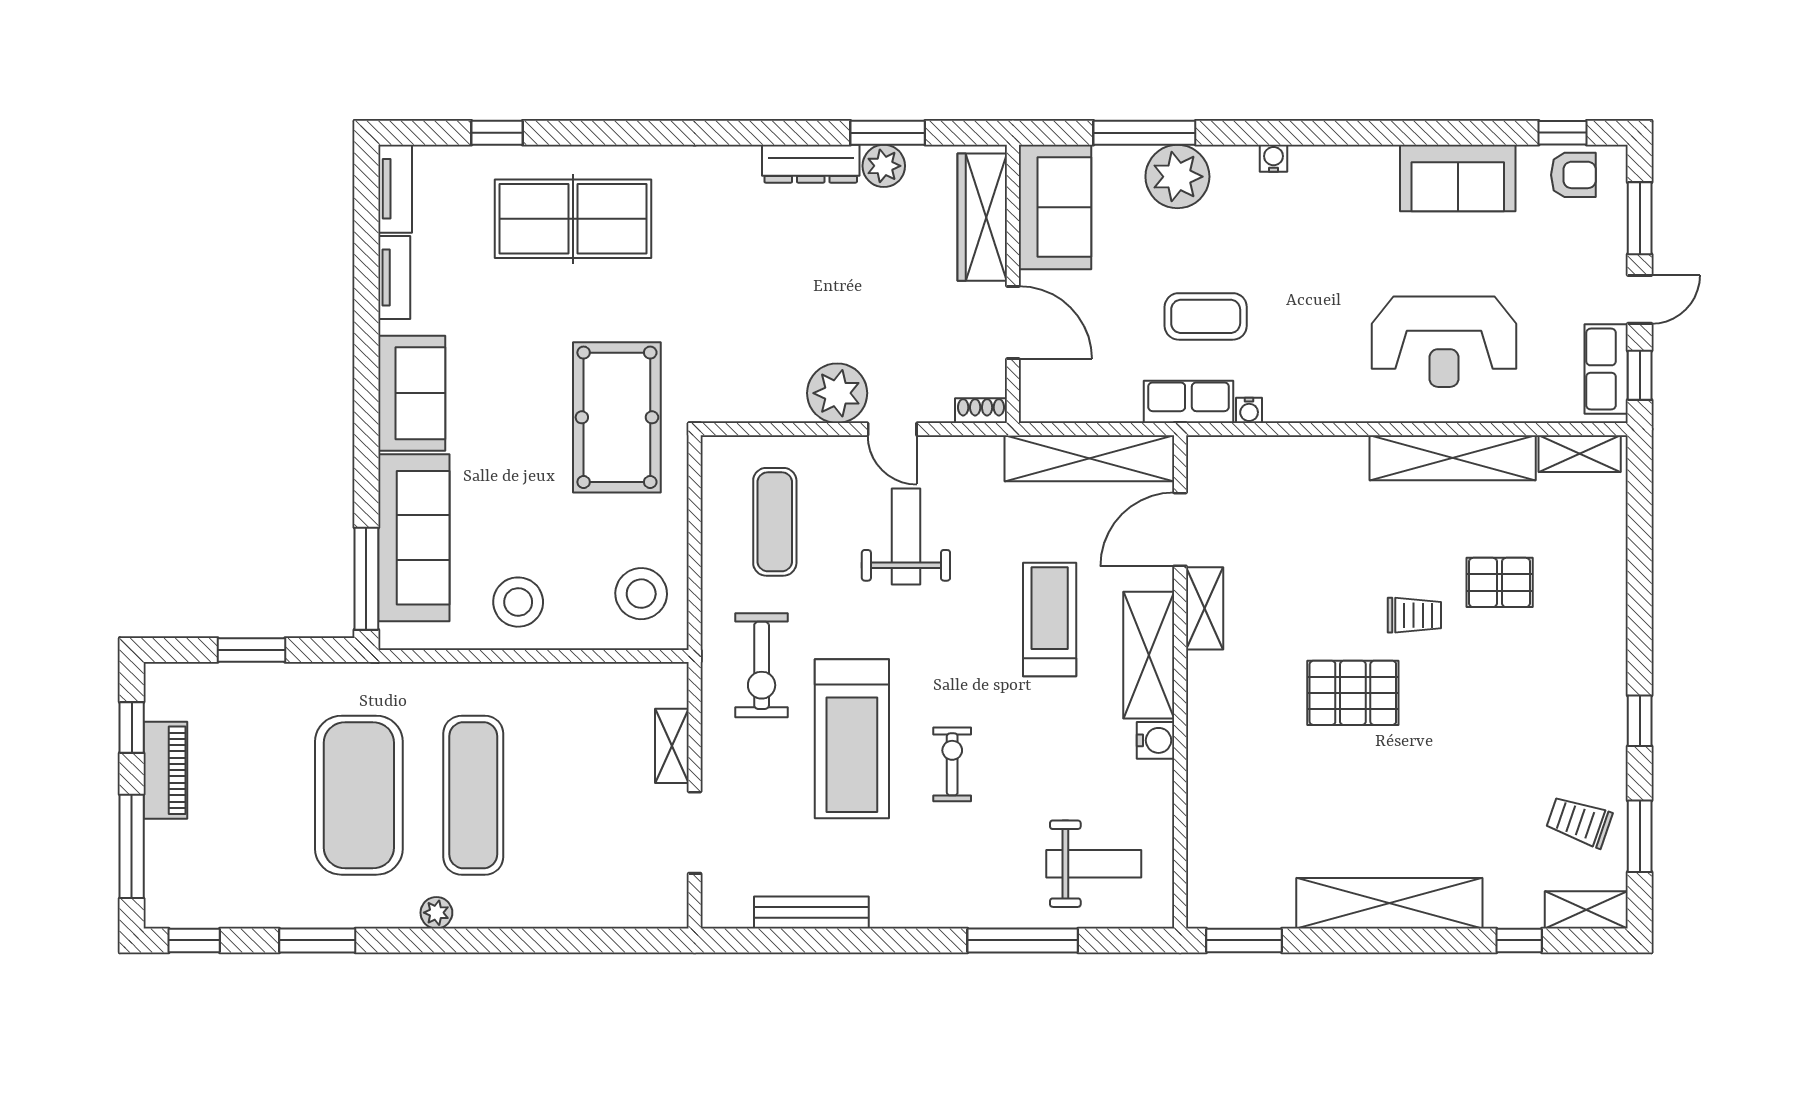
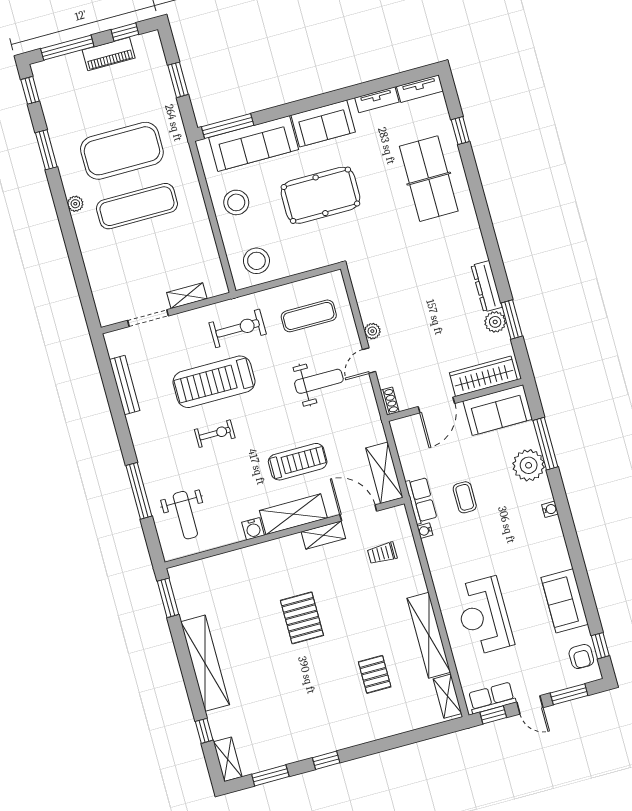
coffee table: (1206, 316) -> (465, 497), width x0.73, depth x0.77
plant: (837, 393) -> (372, 331), width x0.53, depth x0.53
pool table: (617, 417) -> (320, 195), moved
shelving: (1089, 458) -> (384, 473), width x0.68
trolley: (1414, 615) -> (382, 553), moved, turned 90
exercise bike: (762, 665) -> (238, 328), turned 180
trolley: (1579, 822) -> (269, 744), removed

